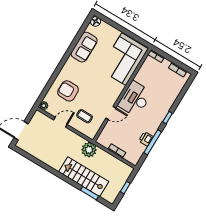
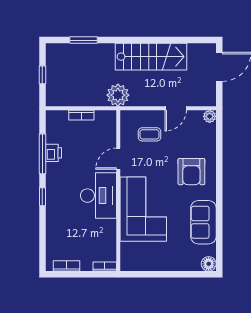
corner sofa: (124, 59) -> (143, 209), moved
armchair: (68, 91) -> (191, 172), moved, turned 90
stairs: (84, 177) -> (151, 57), moved

